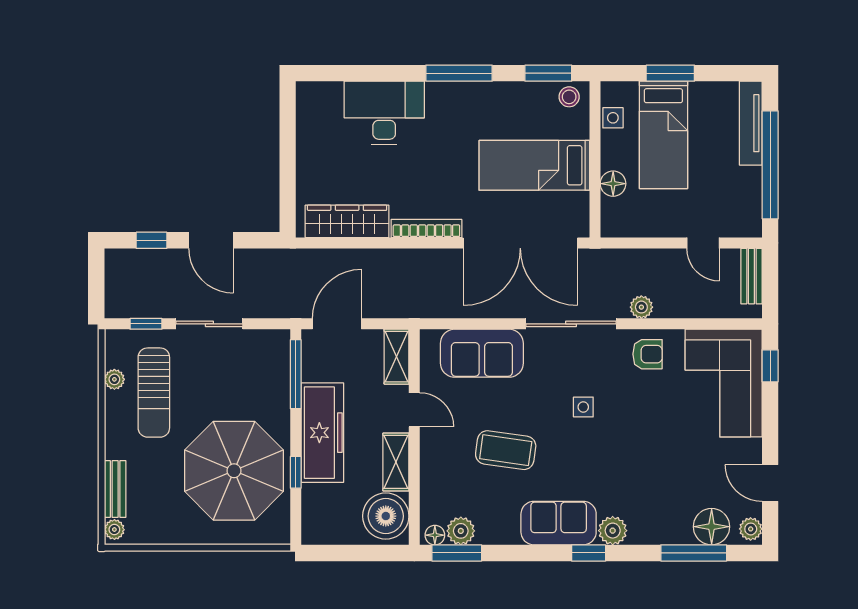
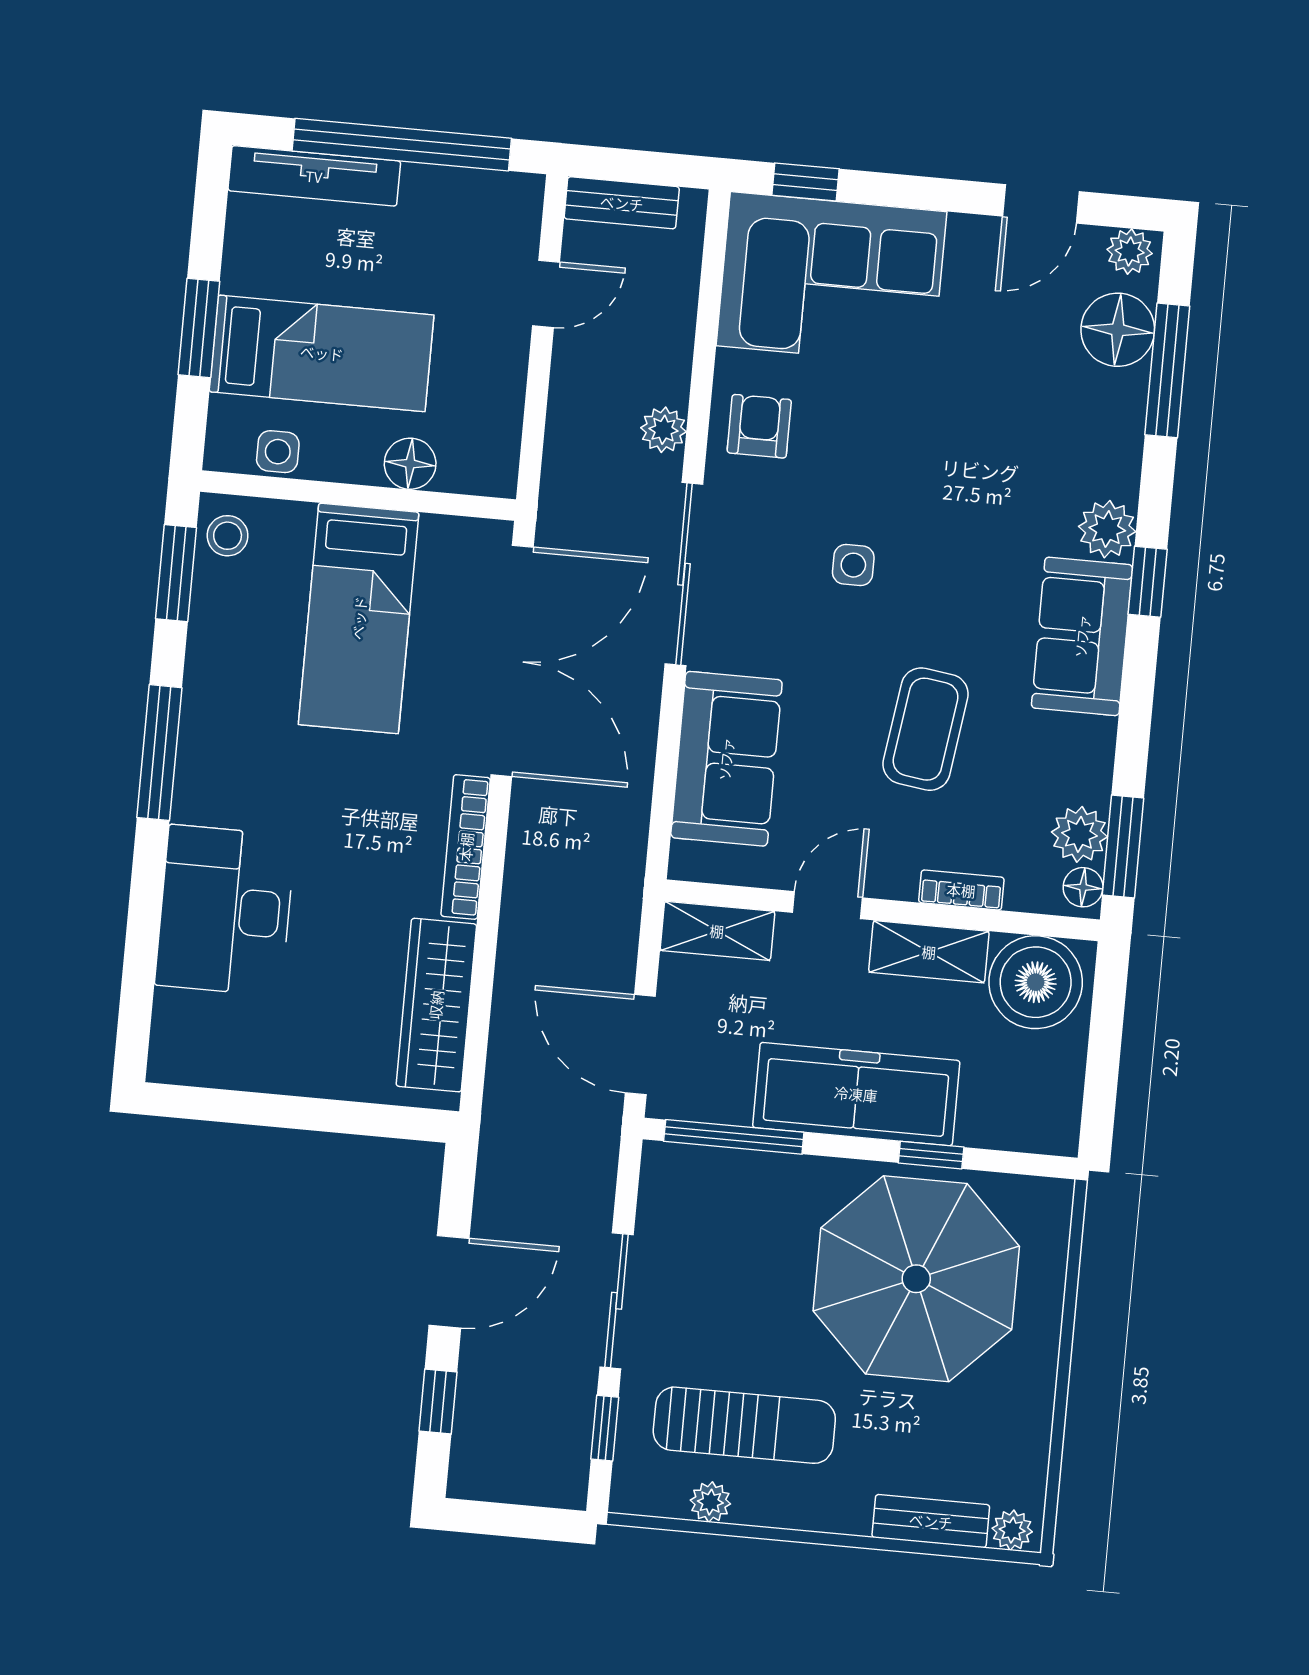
bookcase: (428, 475) -> (961, 890), added

